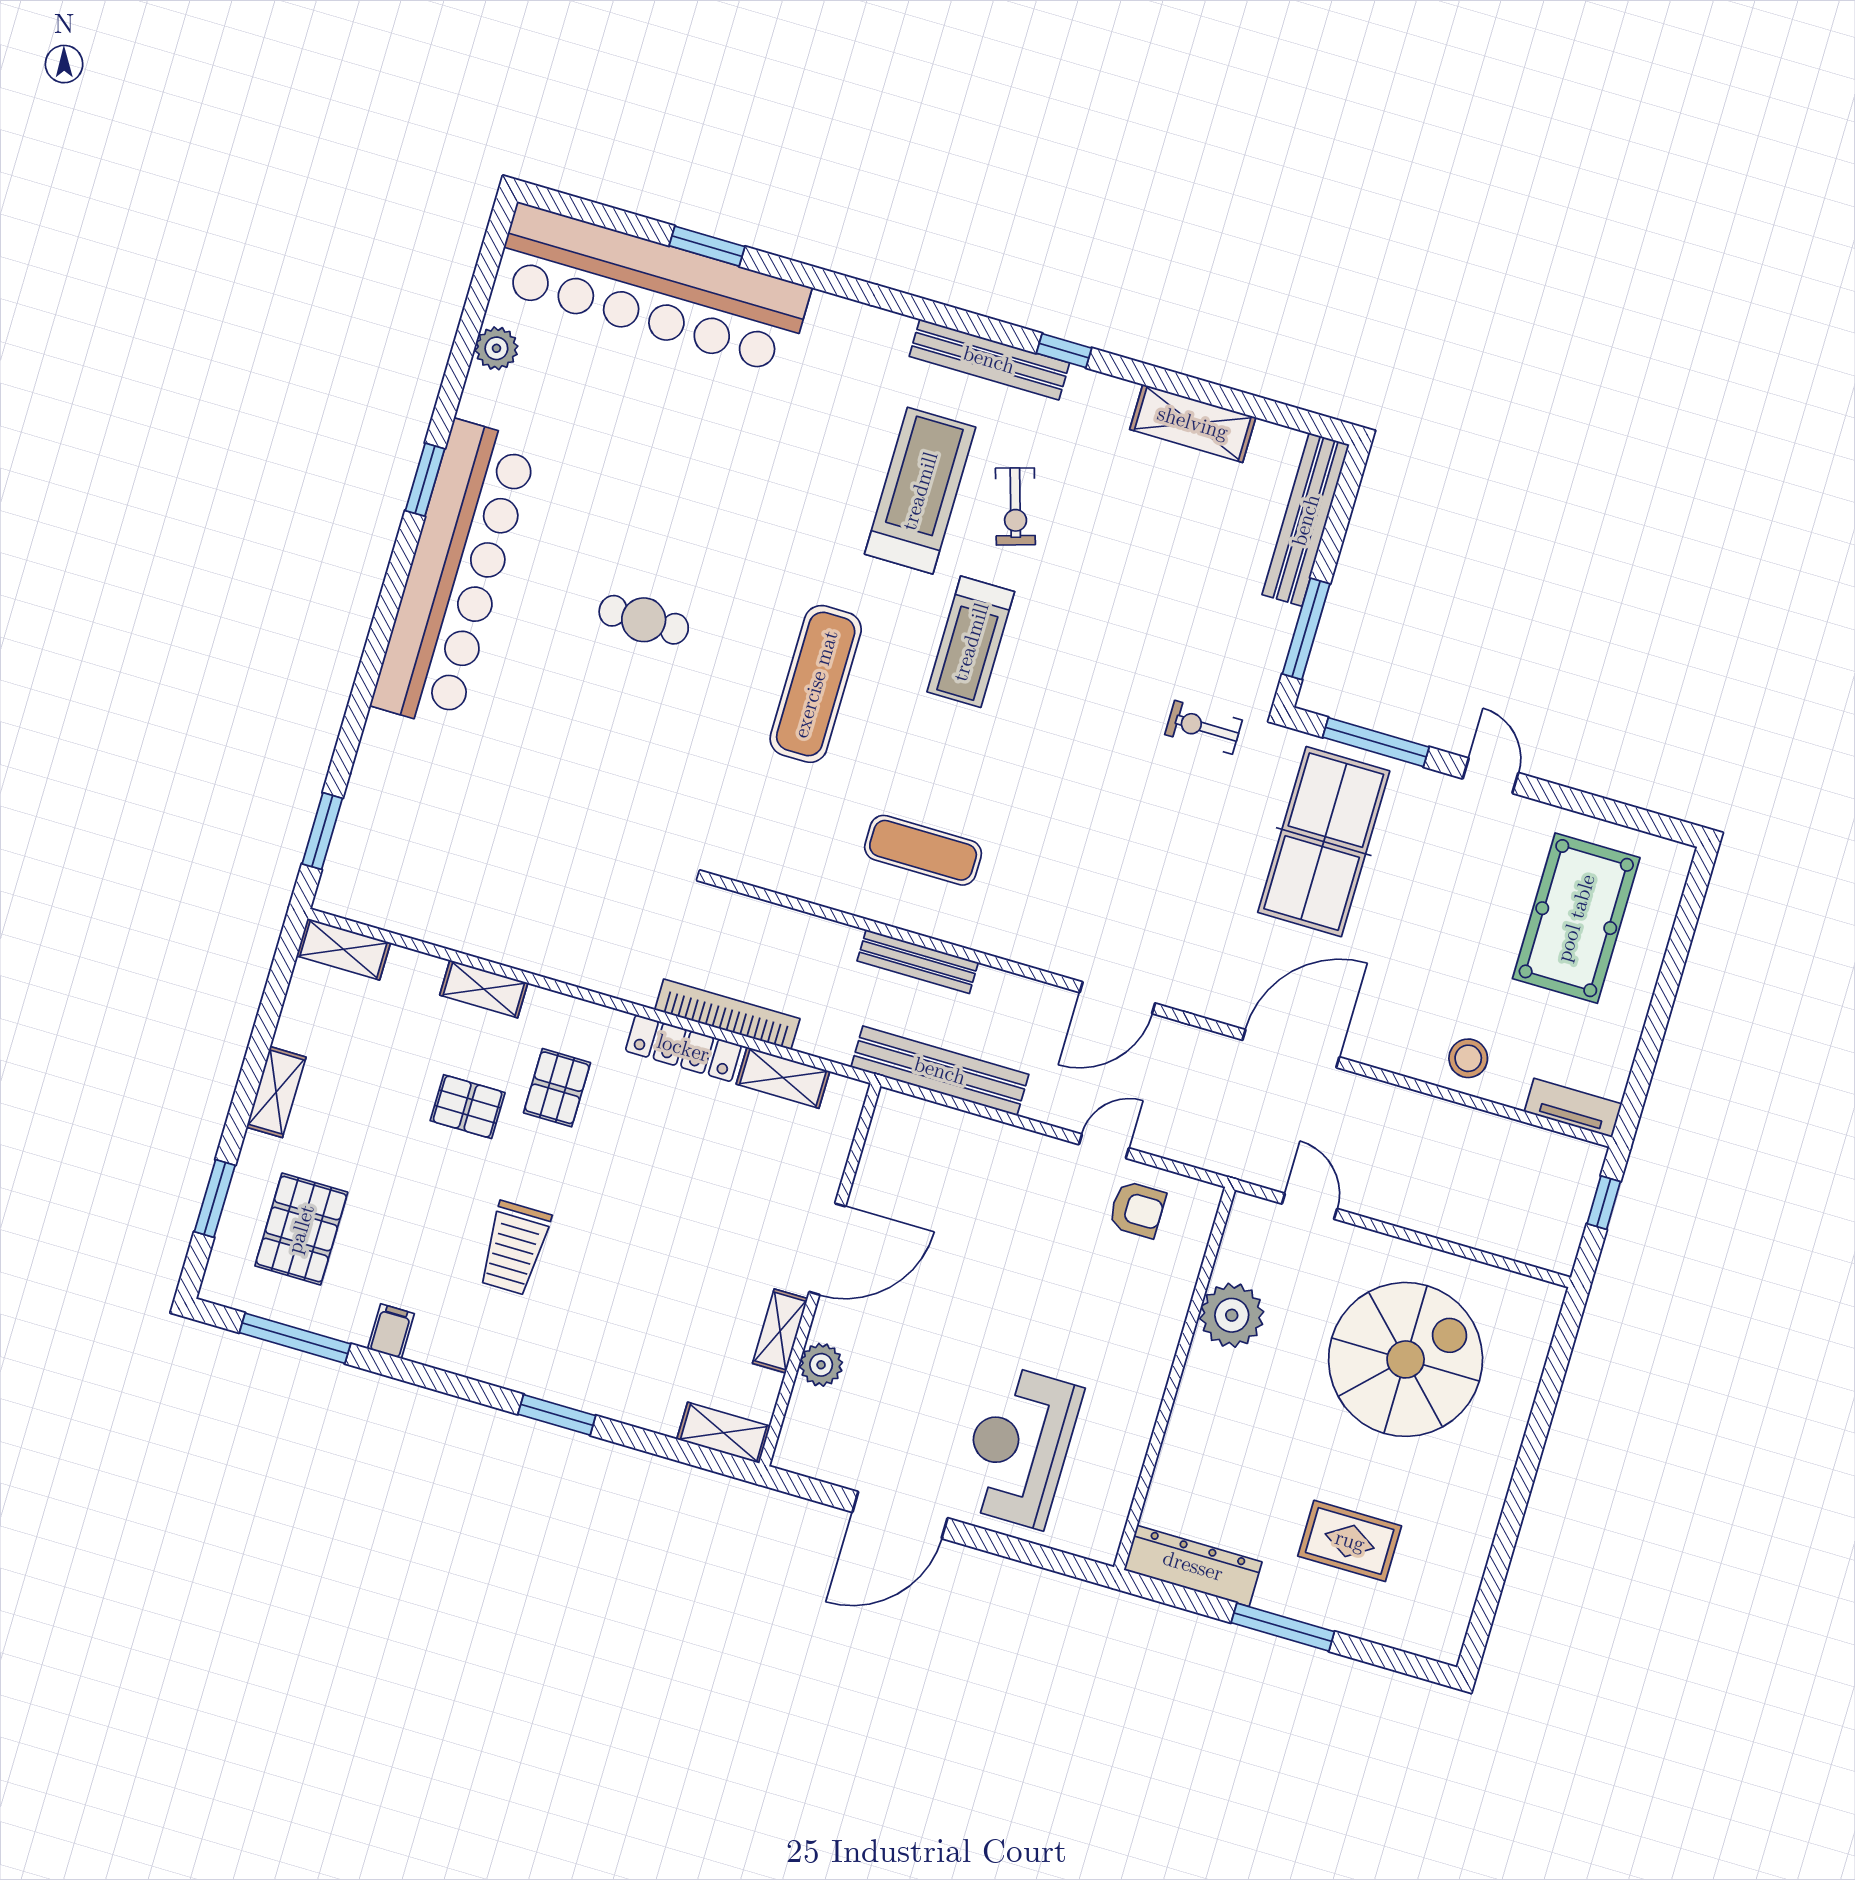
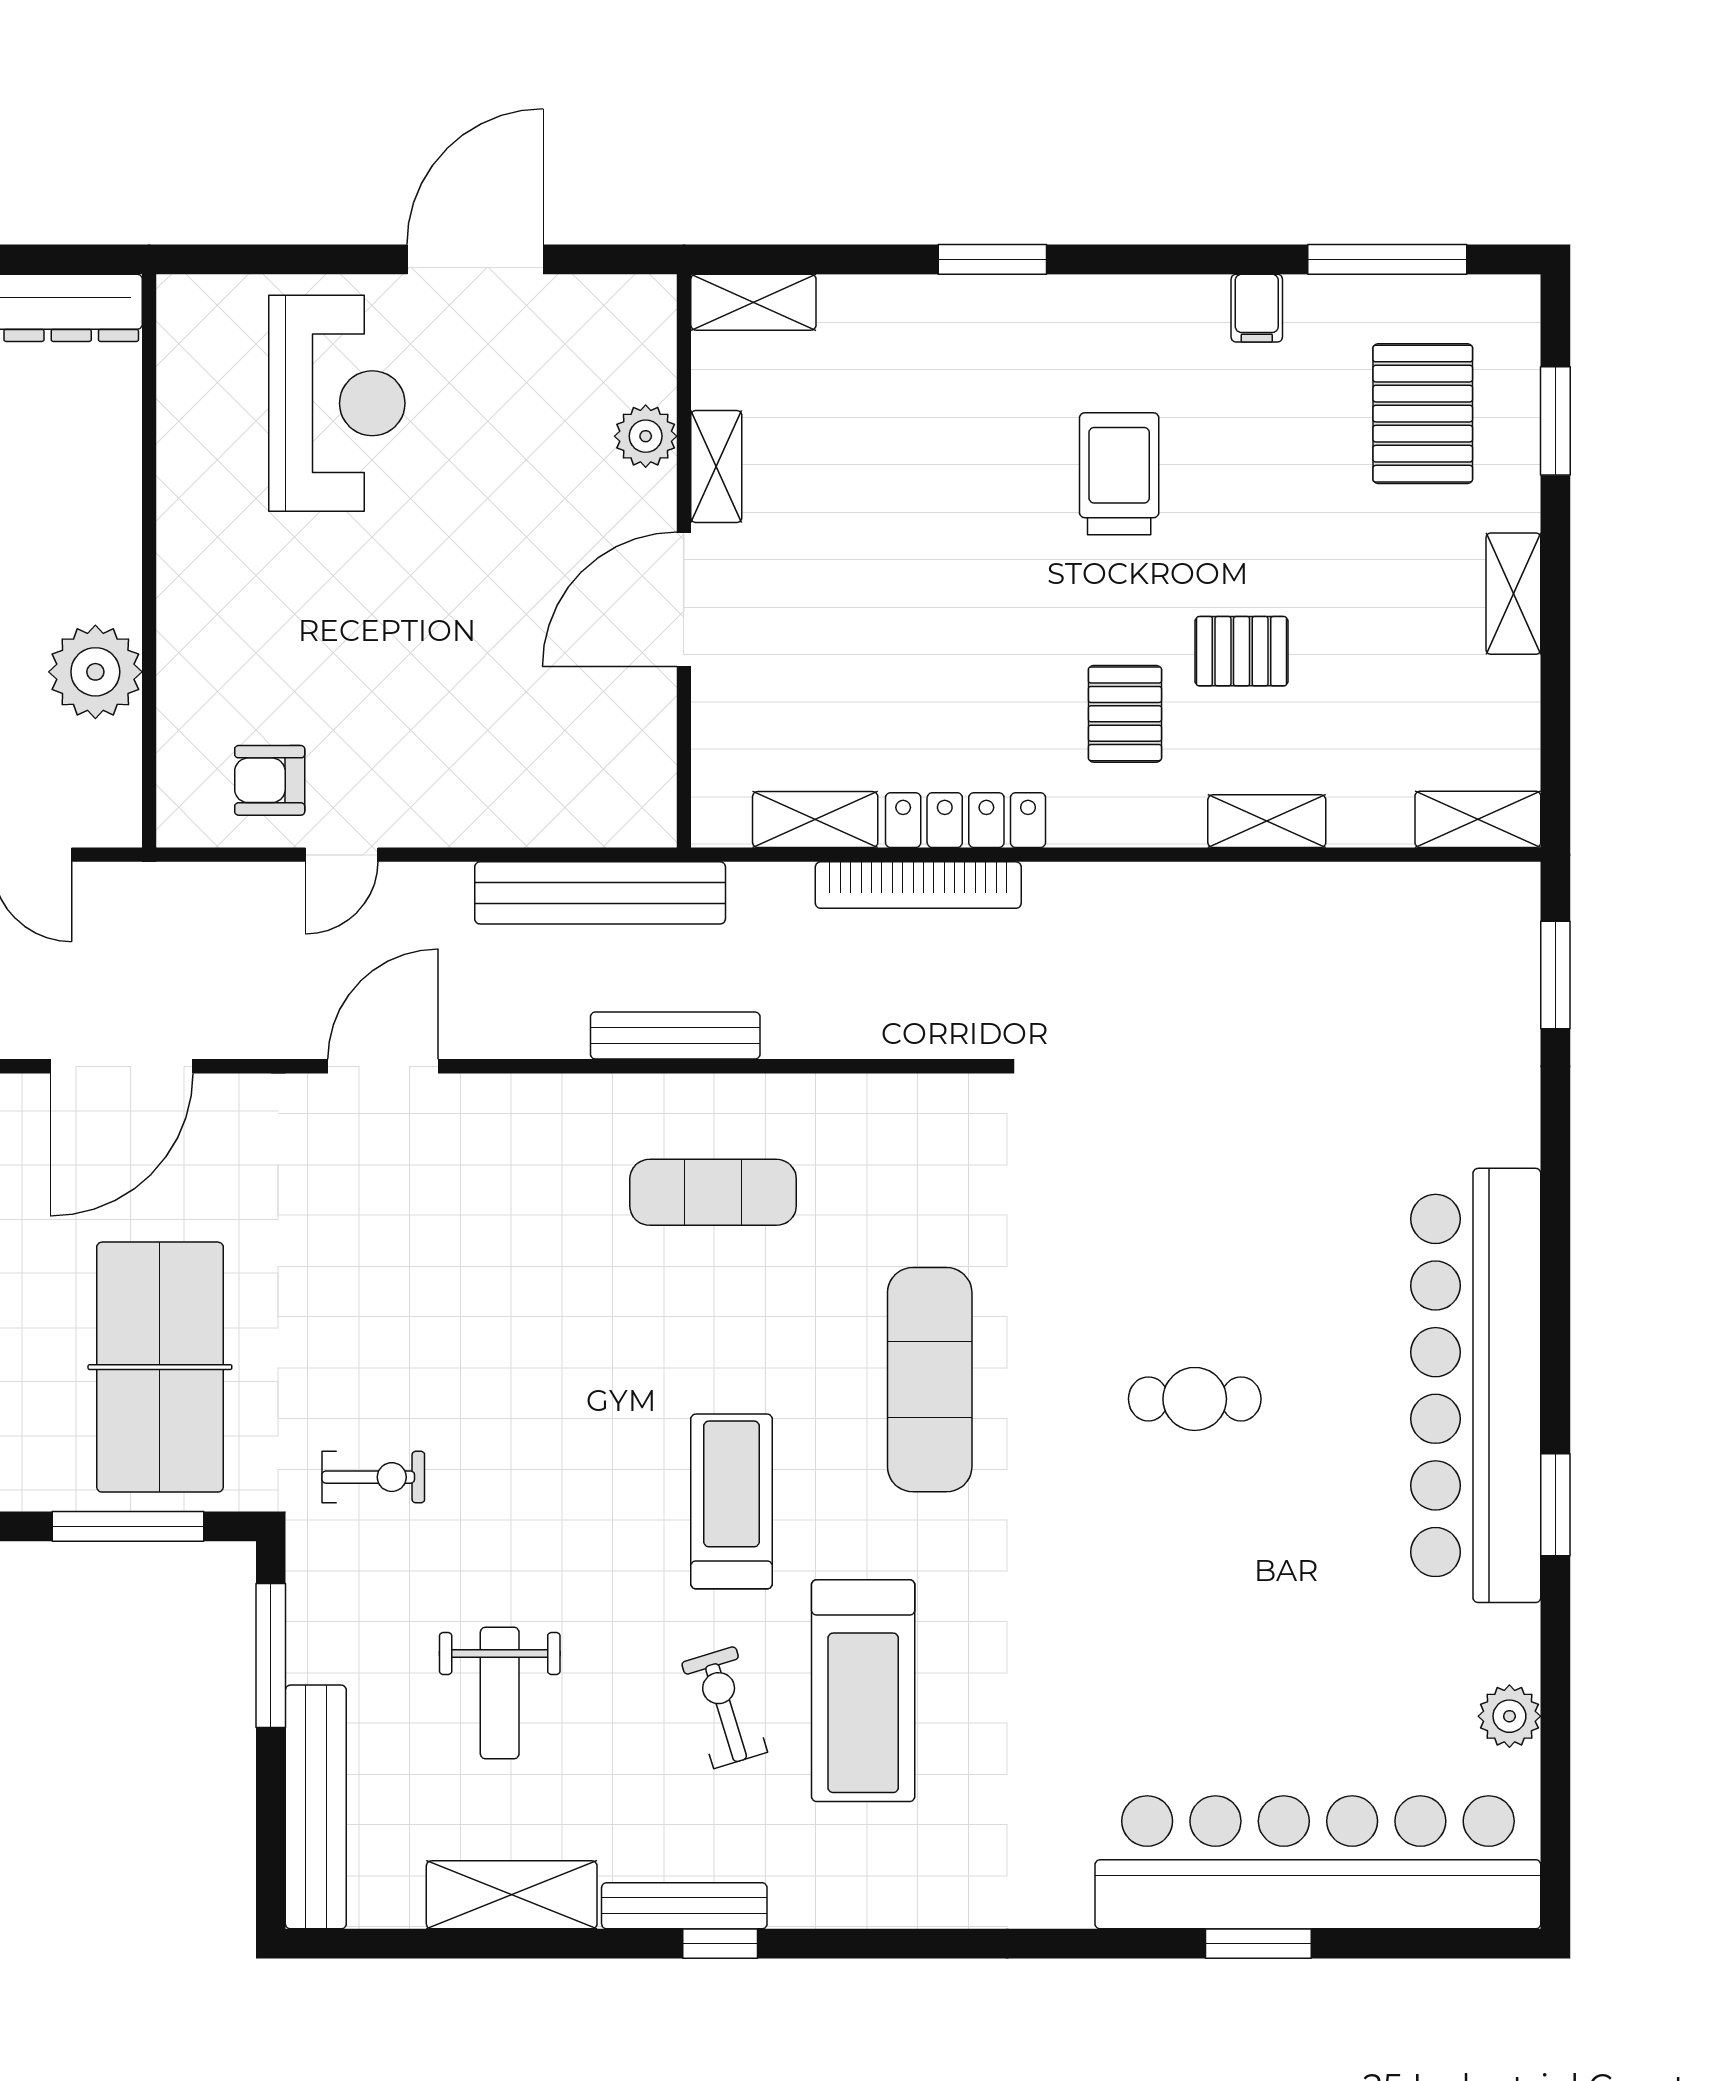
bench: (989, 360) -> (684, 1906), moved, width x0.73, depth x0.82
weight bench: (1162, 560) -> (500, 1693), added

